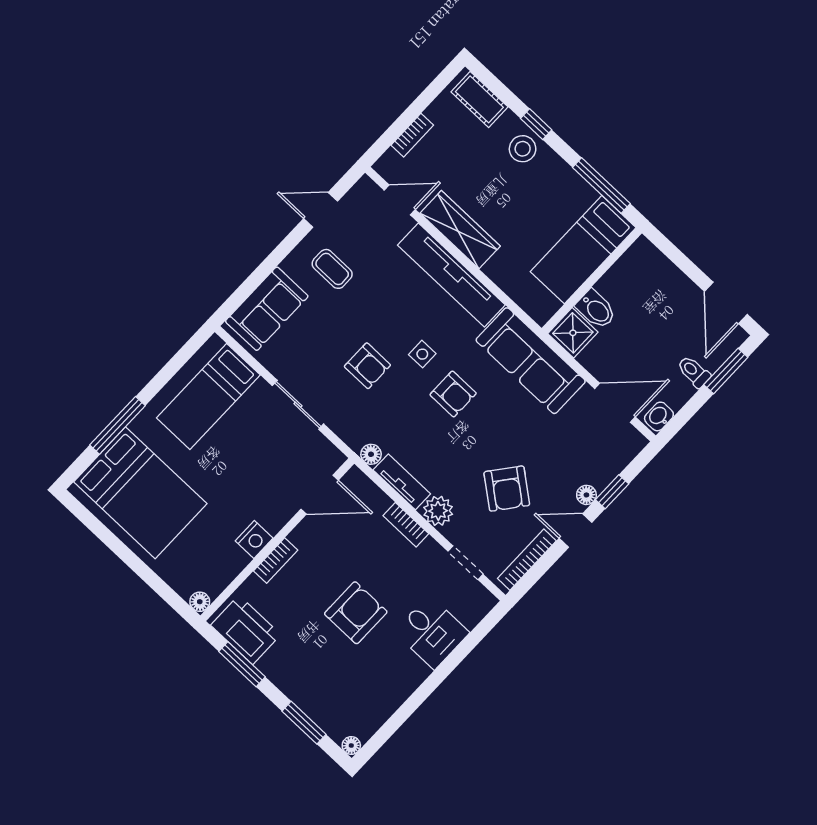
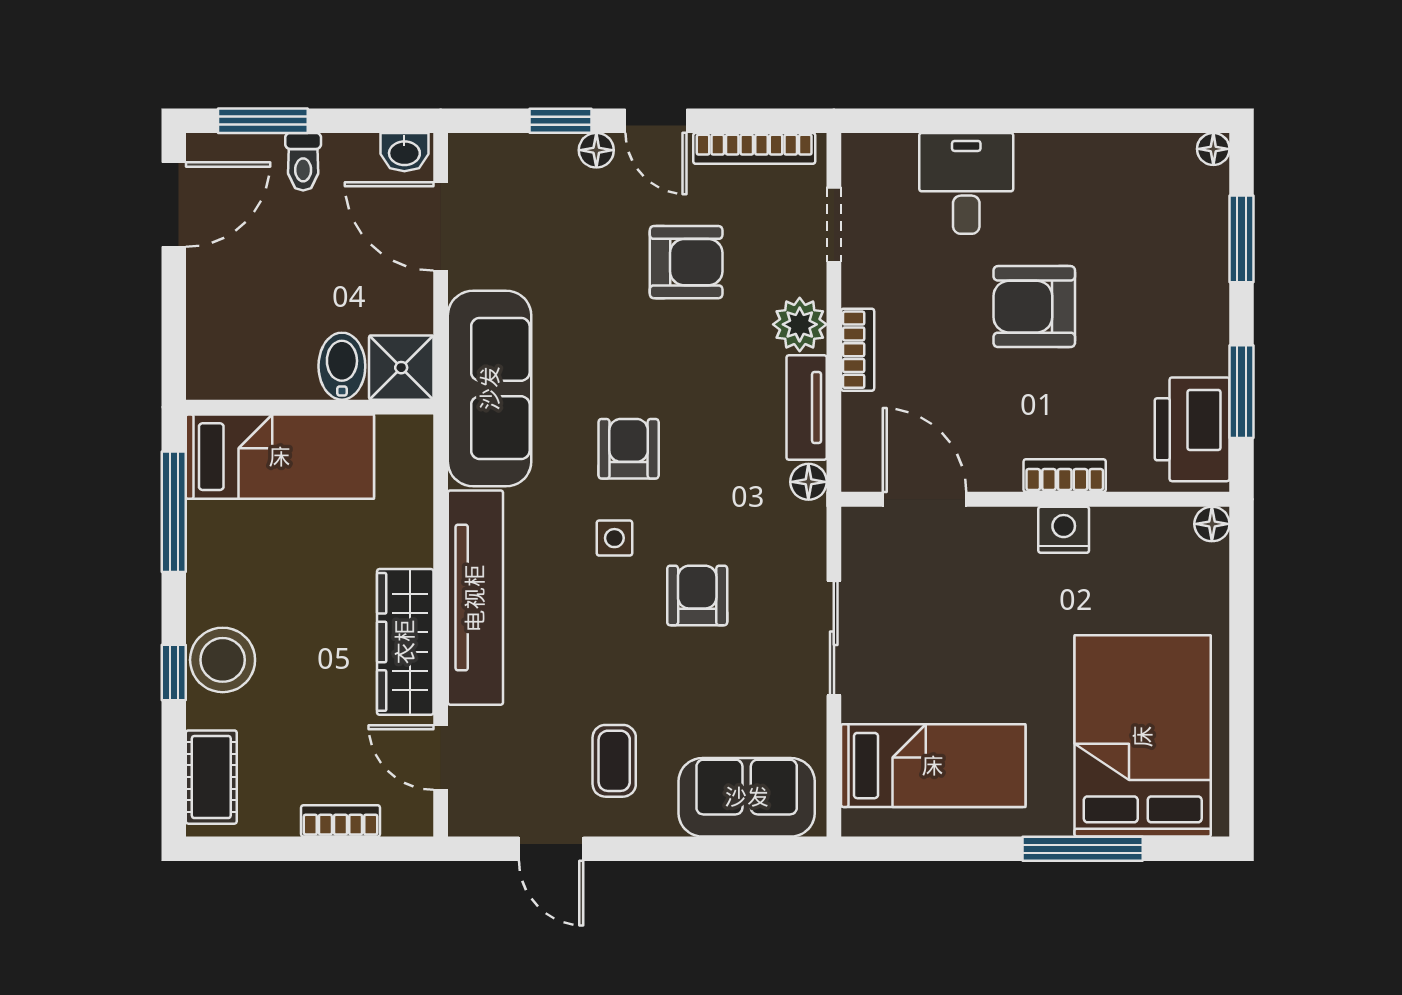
stool: (523, 149) -> (223, 660), width x1.38, depth x1.38
armchair: (507, 489) -> (686, 262), turned 52

